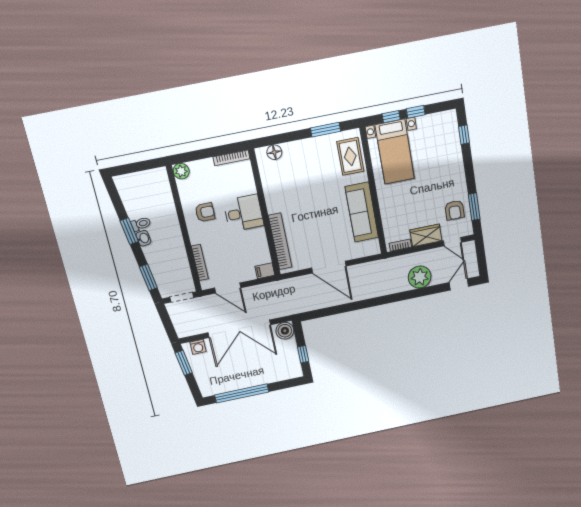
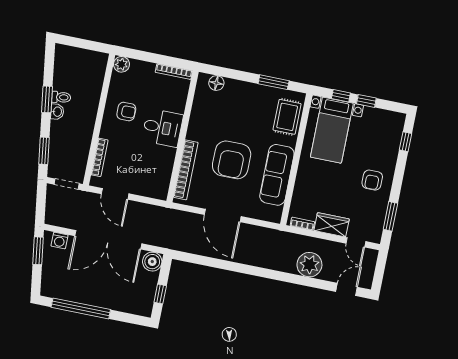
armchair: (455, 210) -> (372, 180), moved
armchair: (317, 216) -> (232, 160), added
filing cabinet: (265, 271) -> (159, 192), removed

